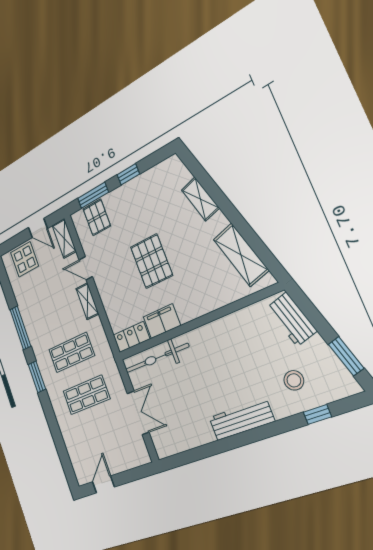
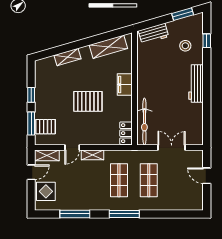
filing cabinet: (162, 321) -> (125, 85), moved
window: (20, 328) -> (75, 214), moved
window: (37, 377) -> (124, 214), width x1.44
door: (103, 484) -> (207, 176), moved

